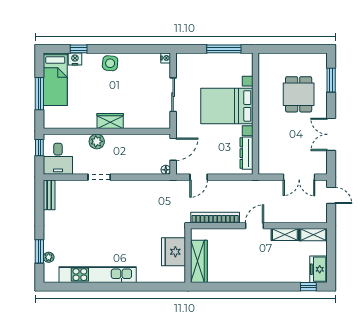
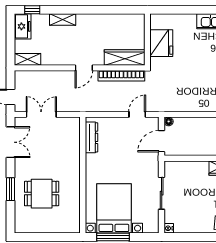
window: (331, 80) -> (11, 189), moved
dining table: (299, 94) -> (42, 194), turned 90
bed with nightstands: (227, 106) -> (114, 208), moved, turned -90
double door: (331, 134) -> (11, 142), moved
shelving: (285, 235) -> (63, 20), moved
wardrobe: (199, 261) -> (125, 57), moved, turned 90

